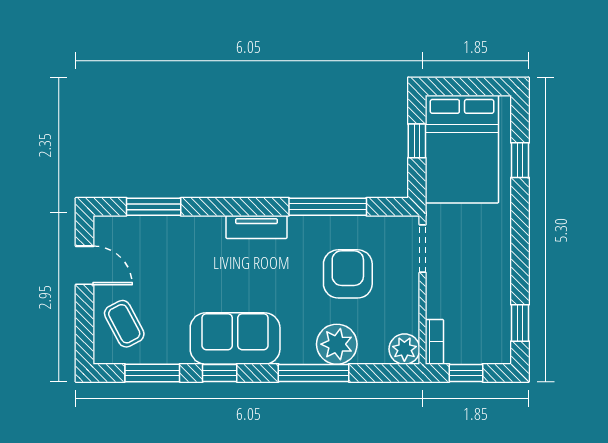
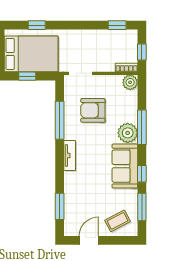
plant: (337, 344) -> (128, 133), moved

